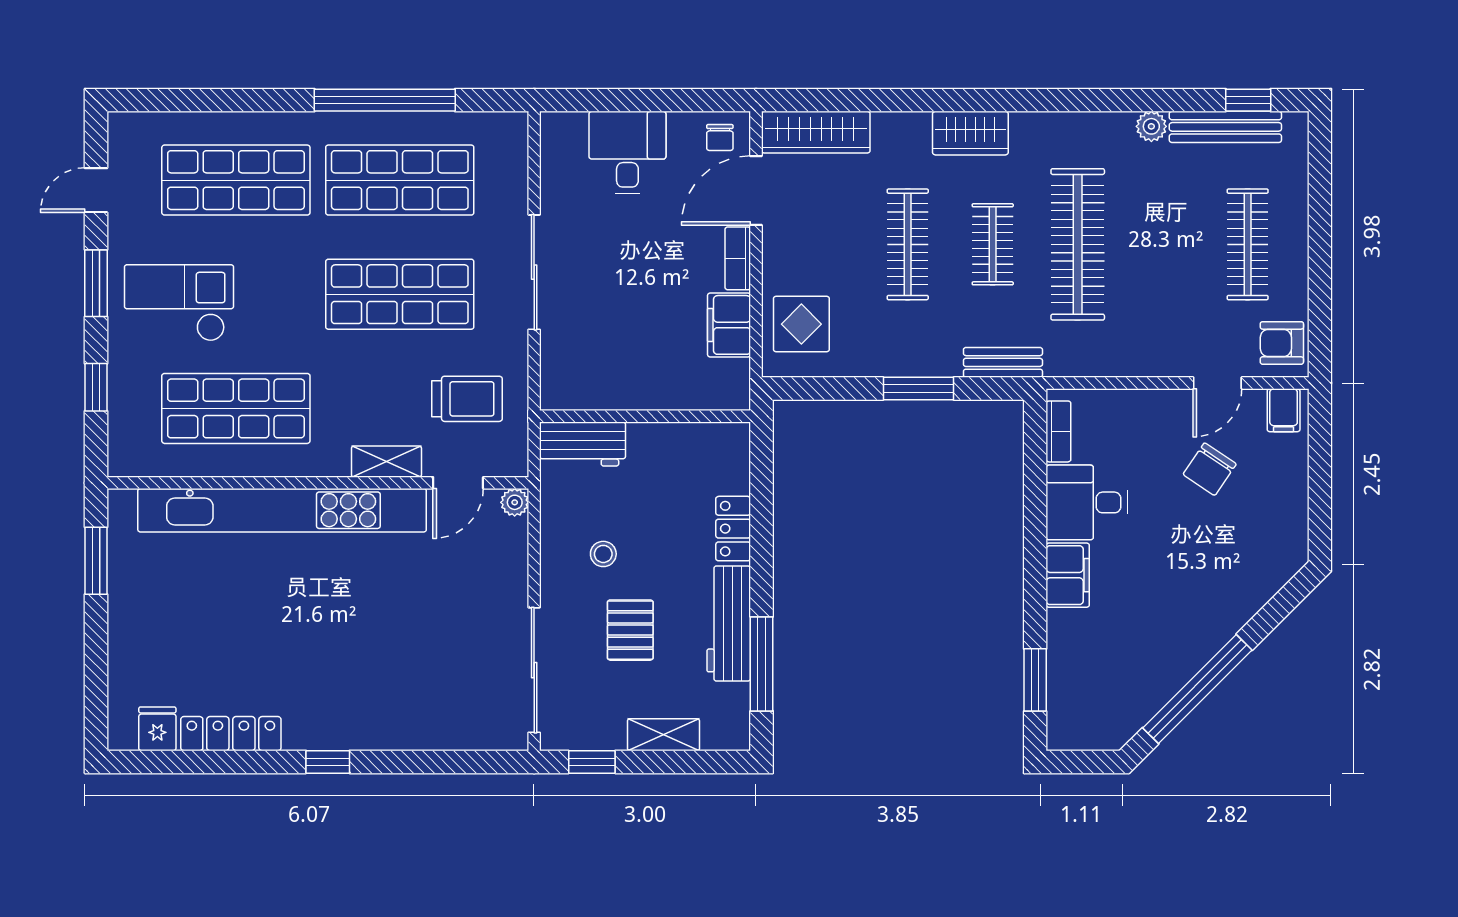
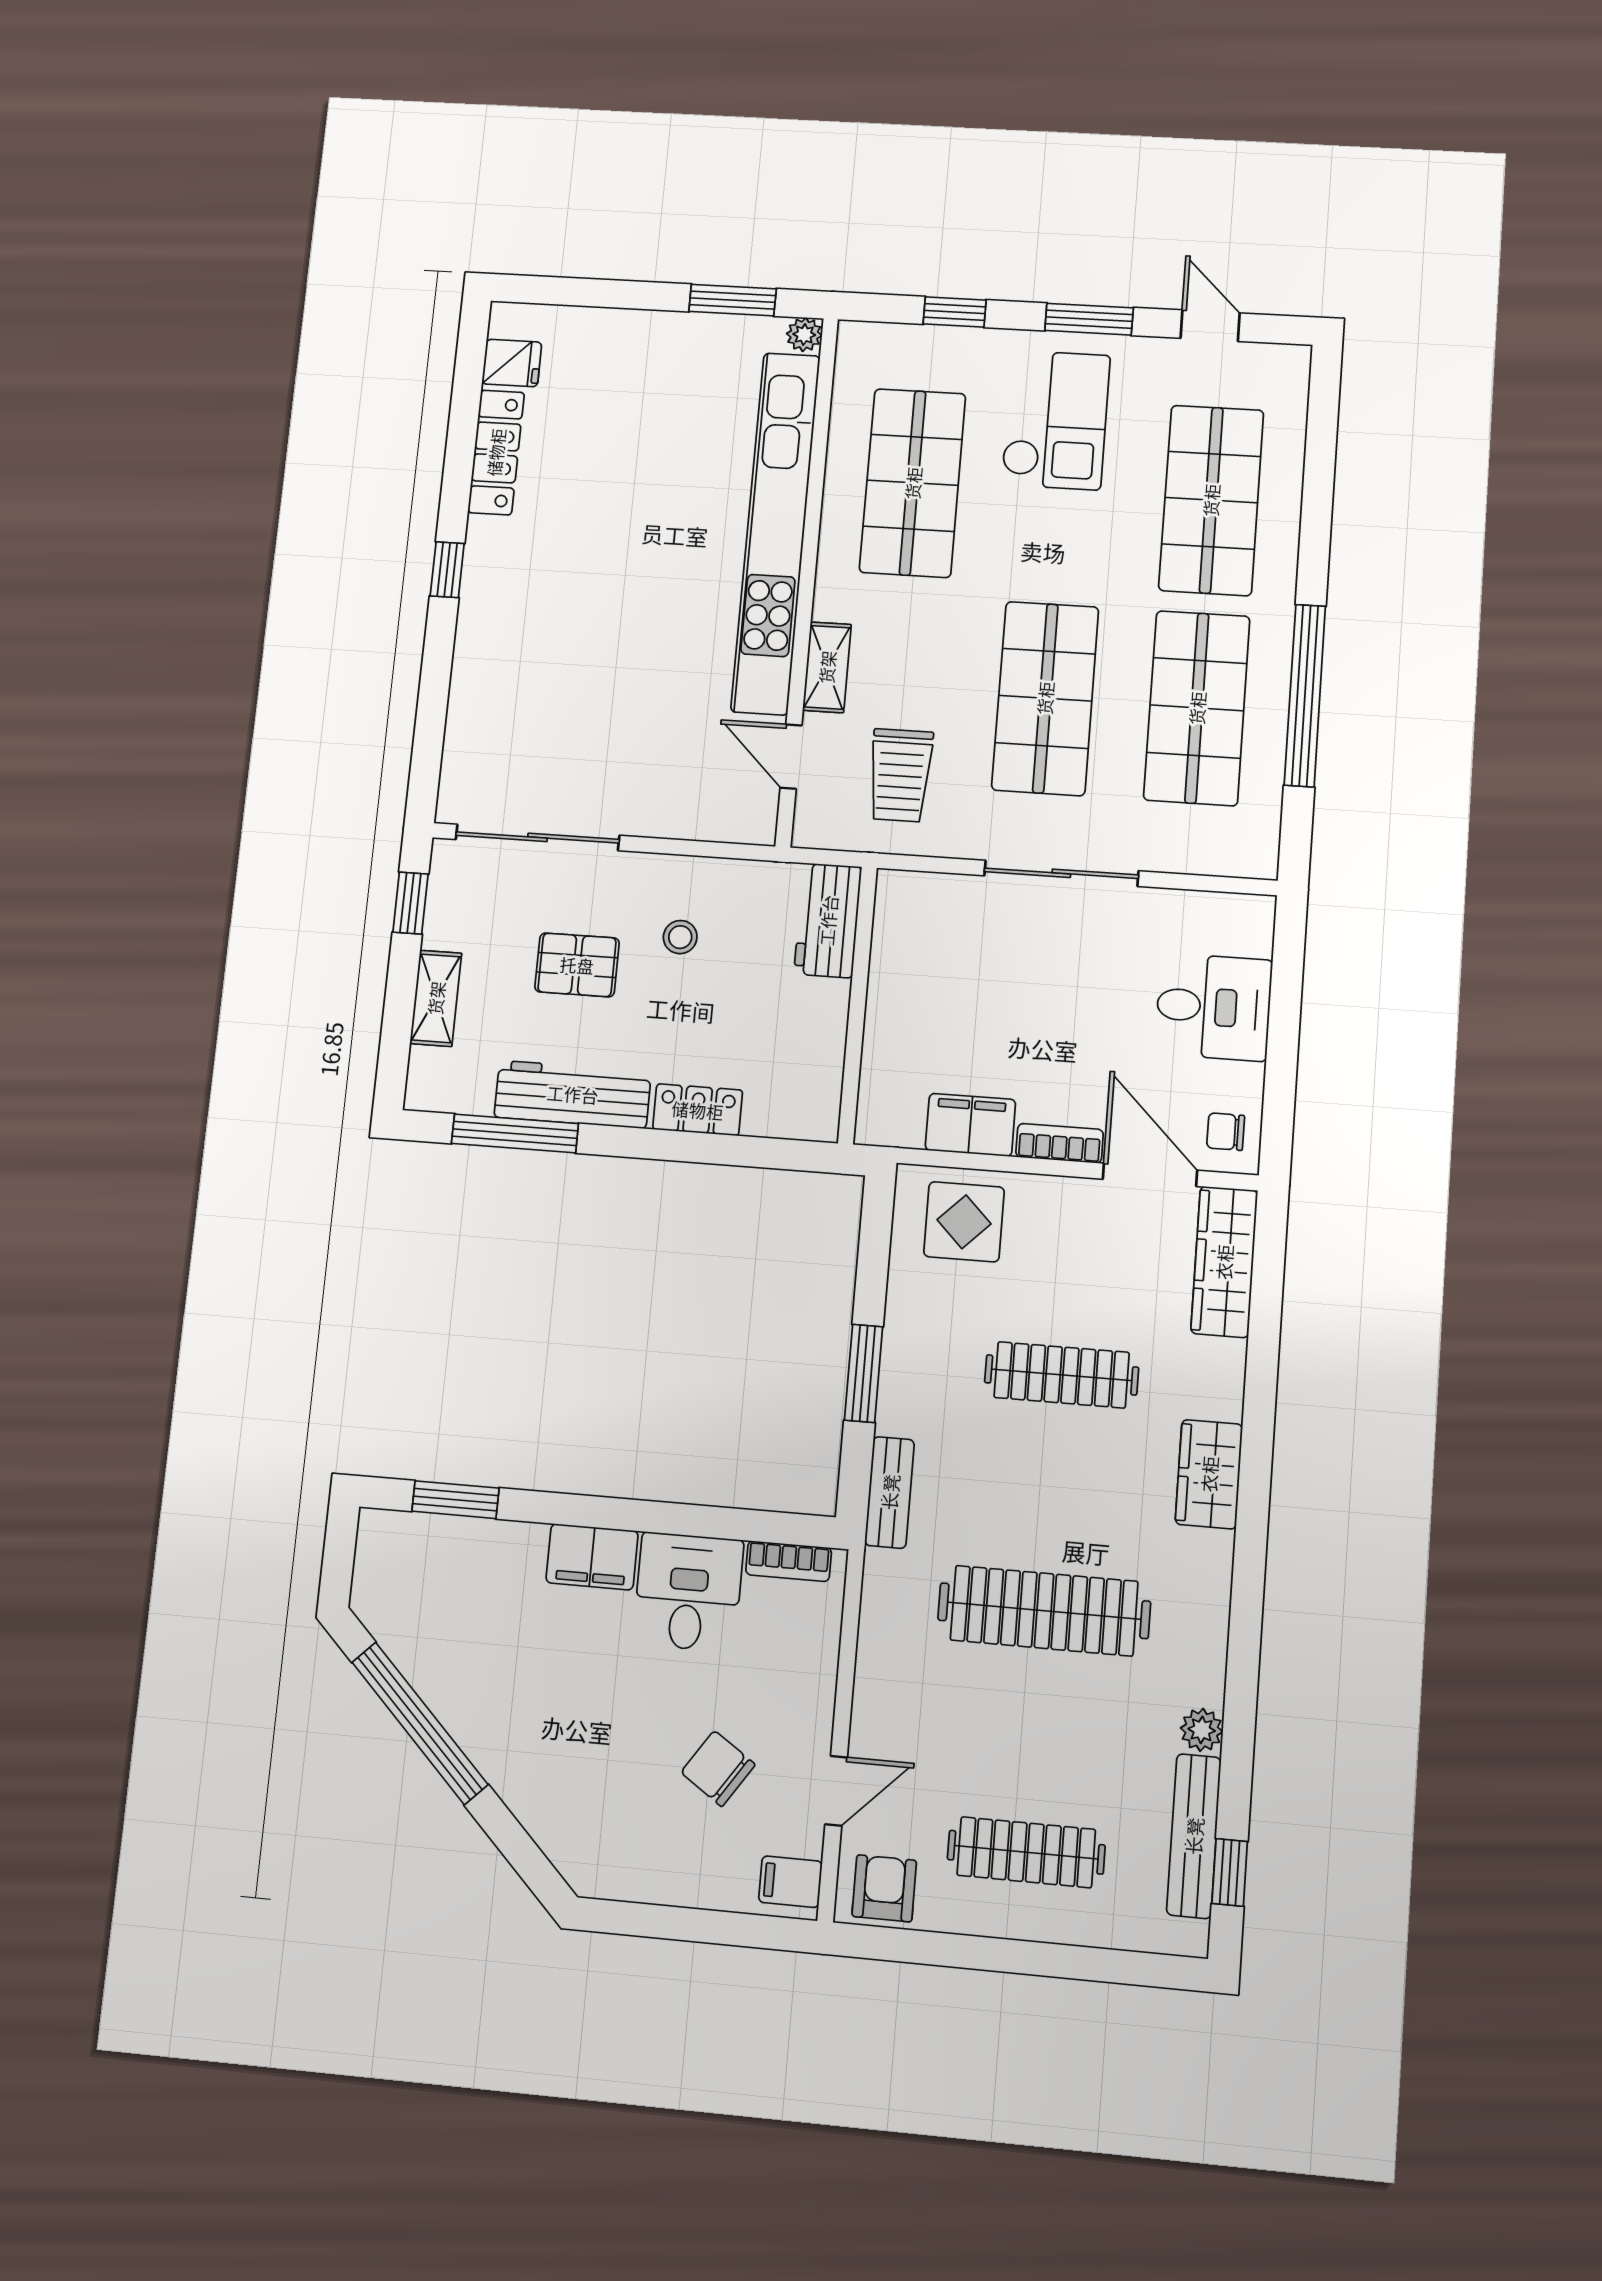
clothes rail: (993, 244) -> (1053, 1492), removed
door: (1217, 383) -> (836, 1791), swing flipped
plant: (515, 502) -> (804, 335), moved

